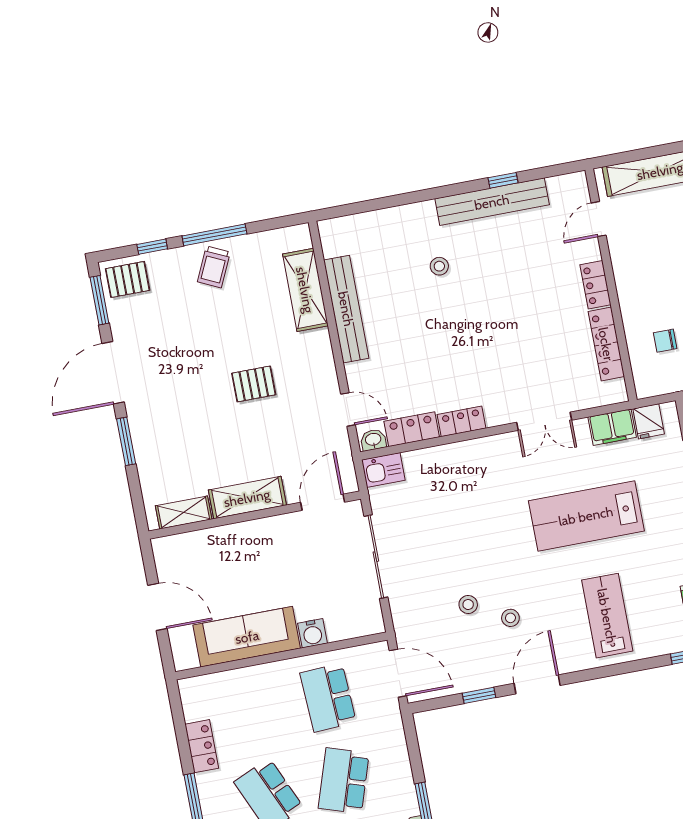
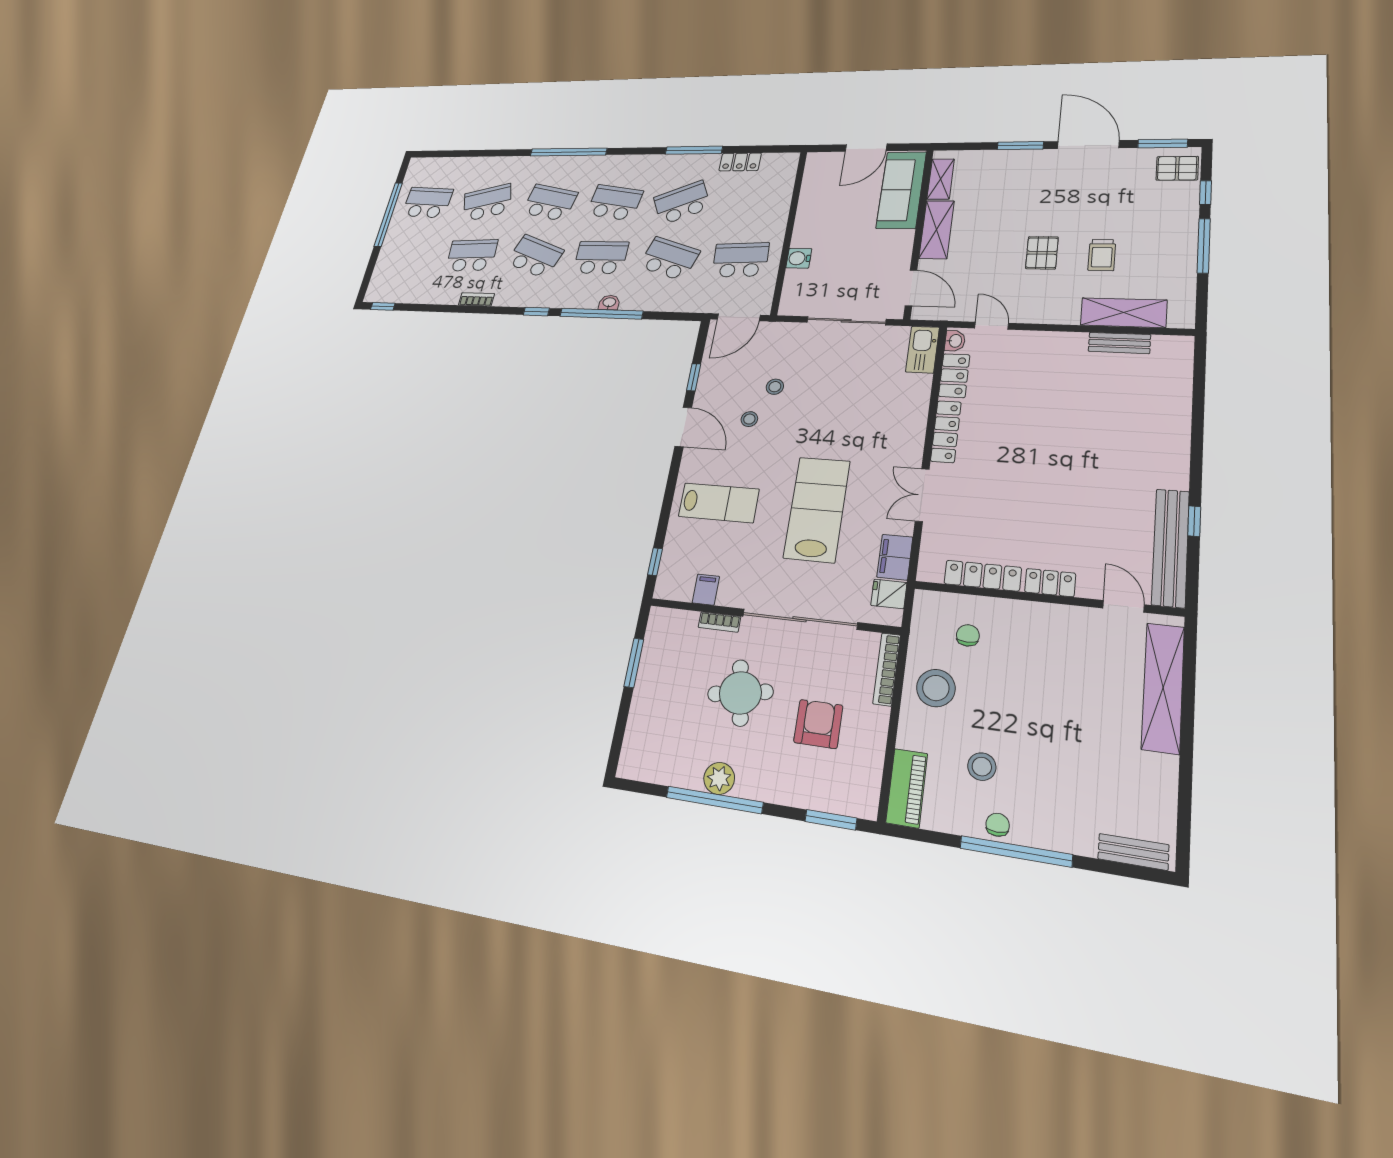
bench: (492, 202) -> (1171, 548), moved
stool: (439, 266) -> (1114, 437), removed
trolley: (214, 267) -> (1102, 255), moved, turned -115
pallet: (128, 279) -> (1177, 168), turned 90
bench: (346, 309) -> (1119, 343), width x0.54, depth x0.82
door: (348, 409) -> (992, 326), swing flipped
locker: (462, 421) -> (946, 432), width x1.53
kitchen sink: (383, 470) -> (923, 350), width x1.38
sofa: (247, 637) -> (901, 190), moved, turned 180

